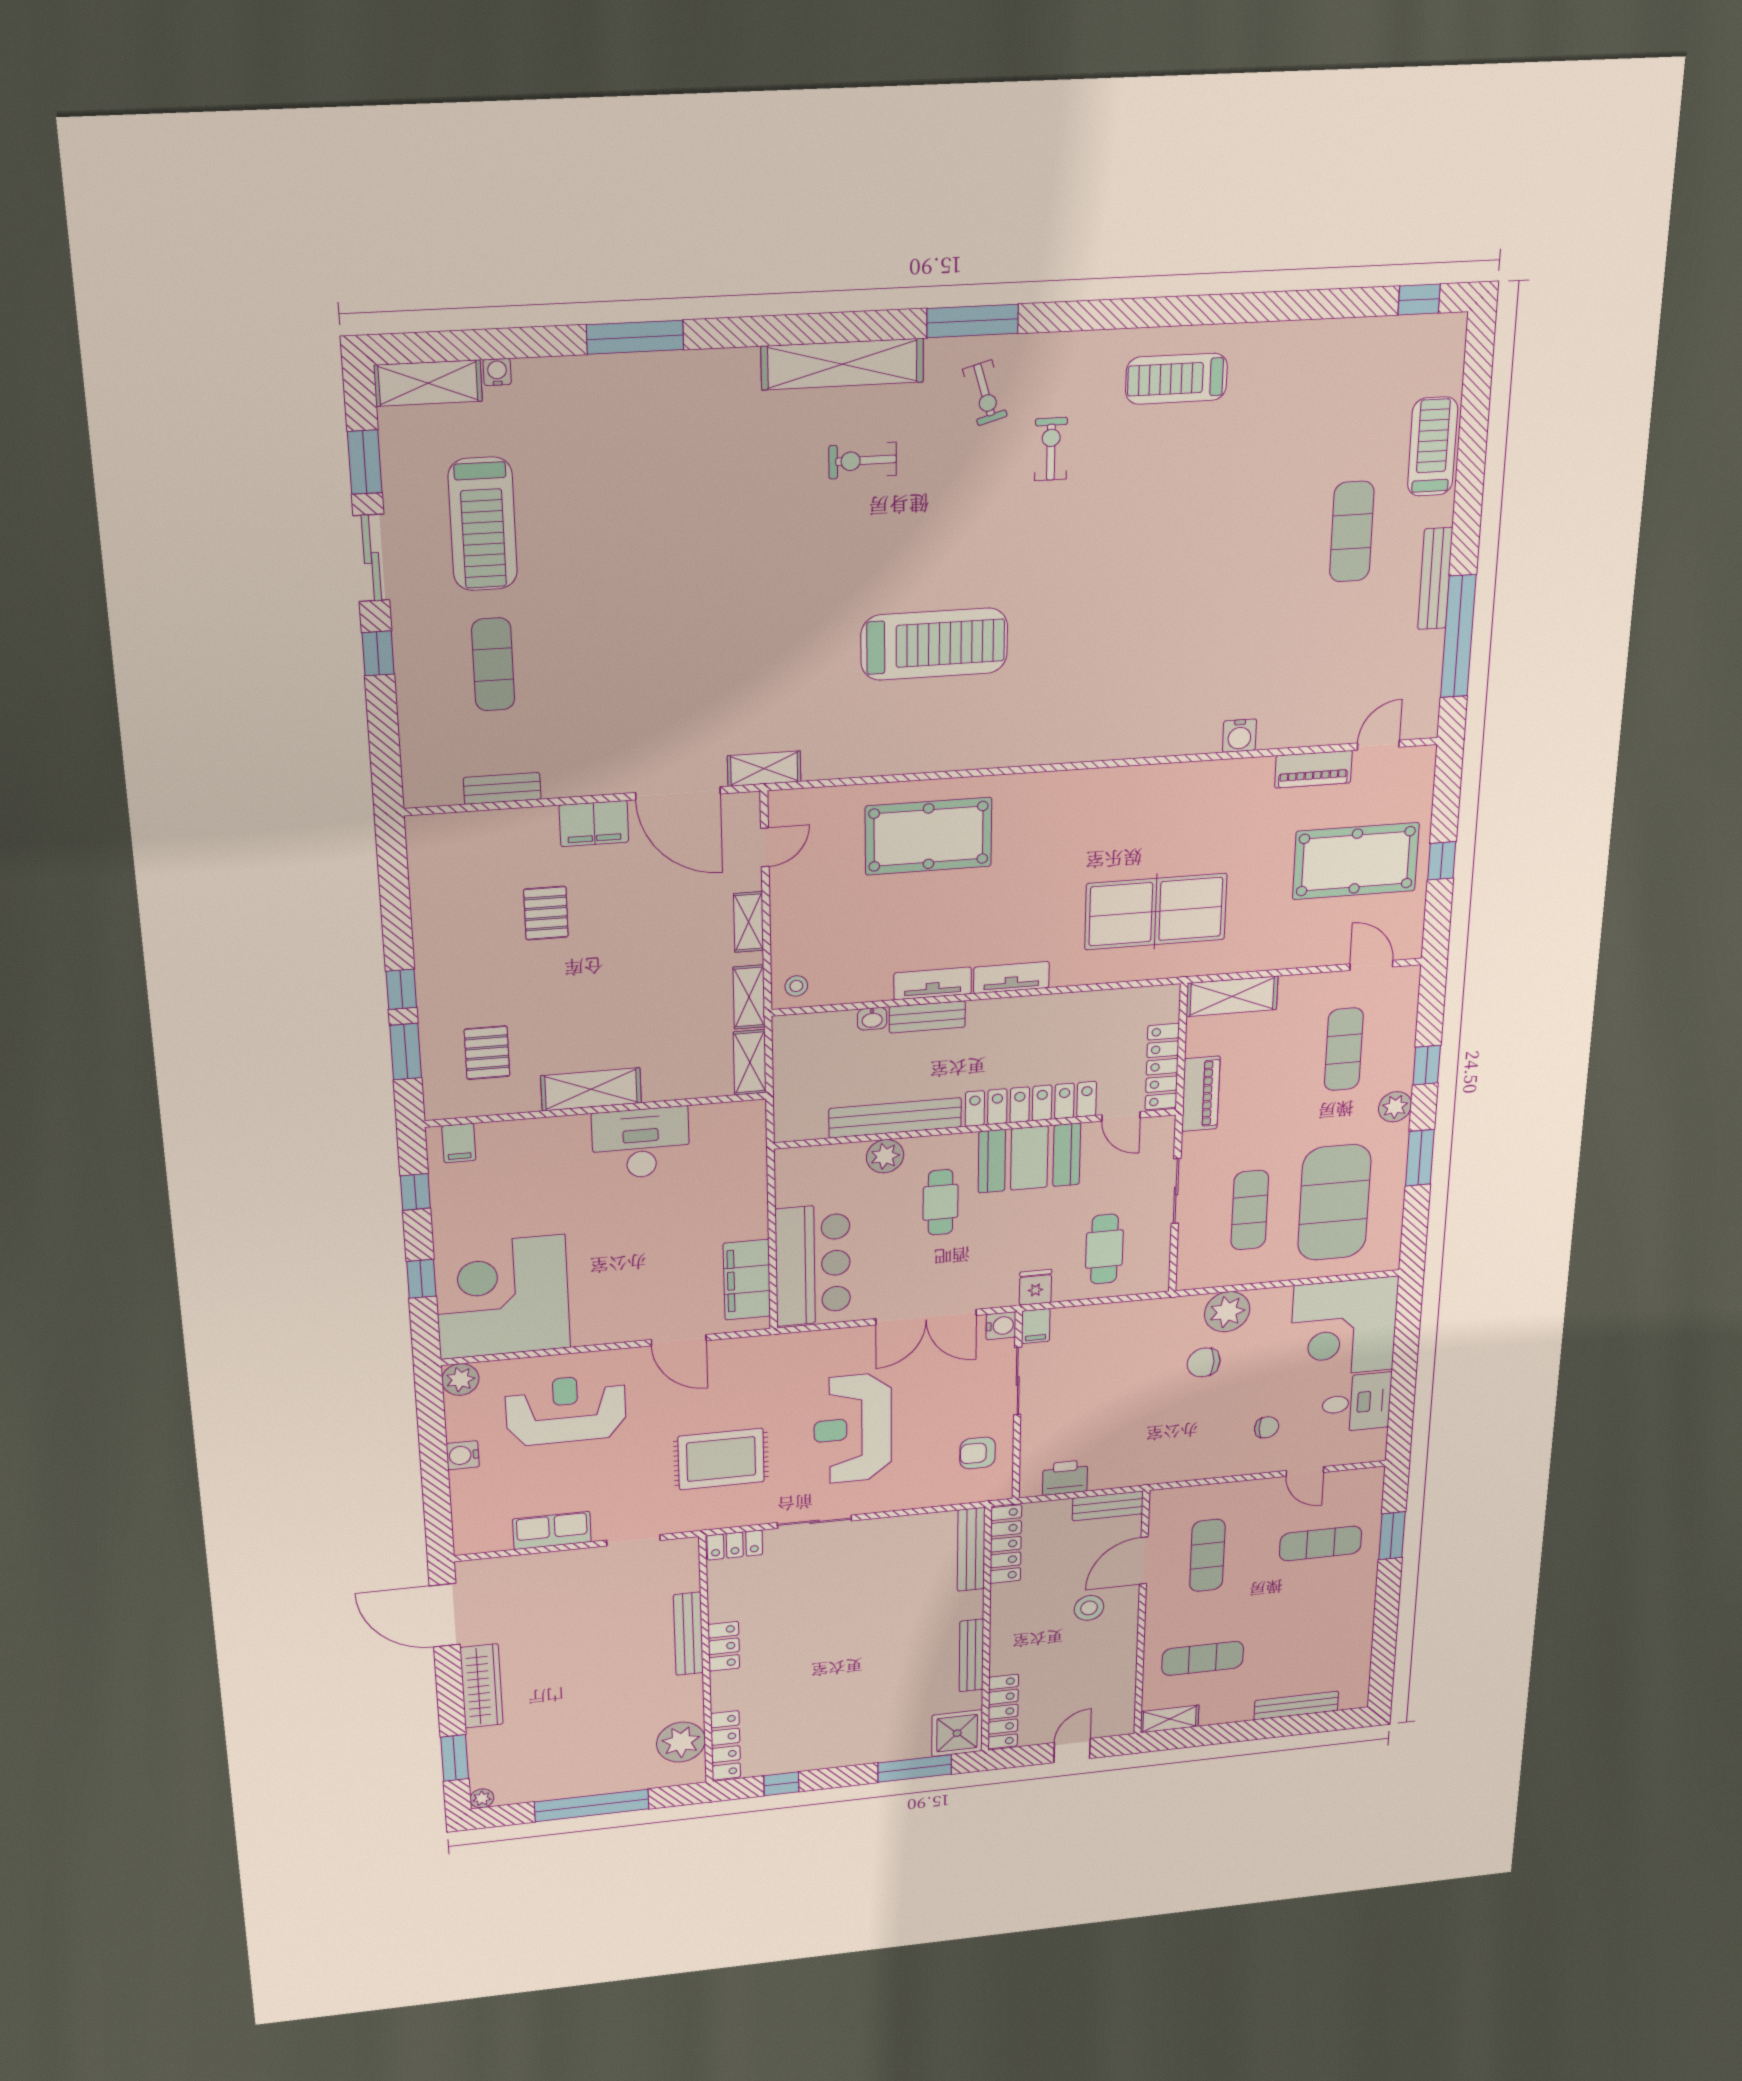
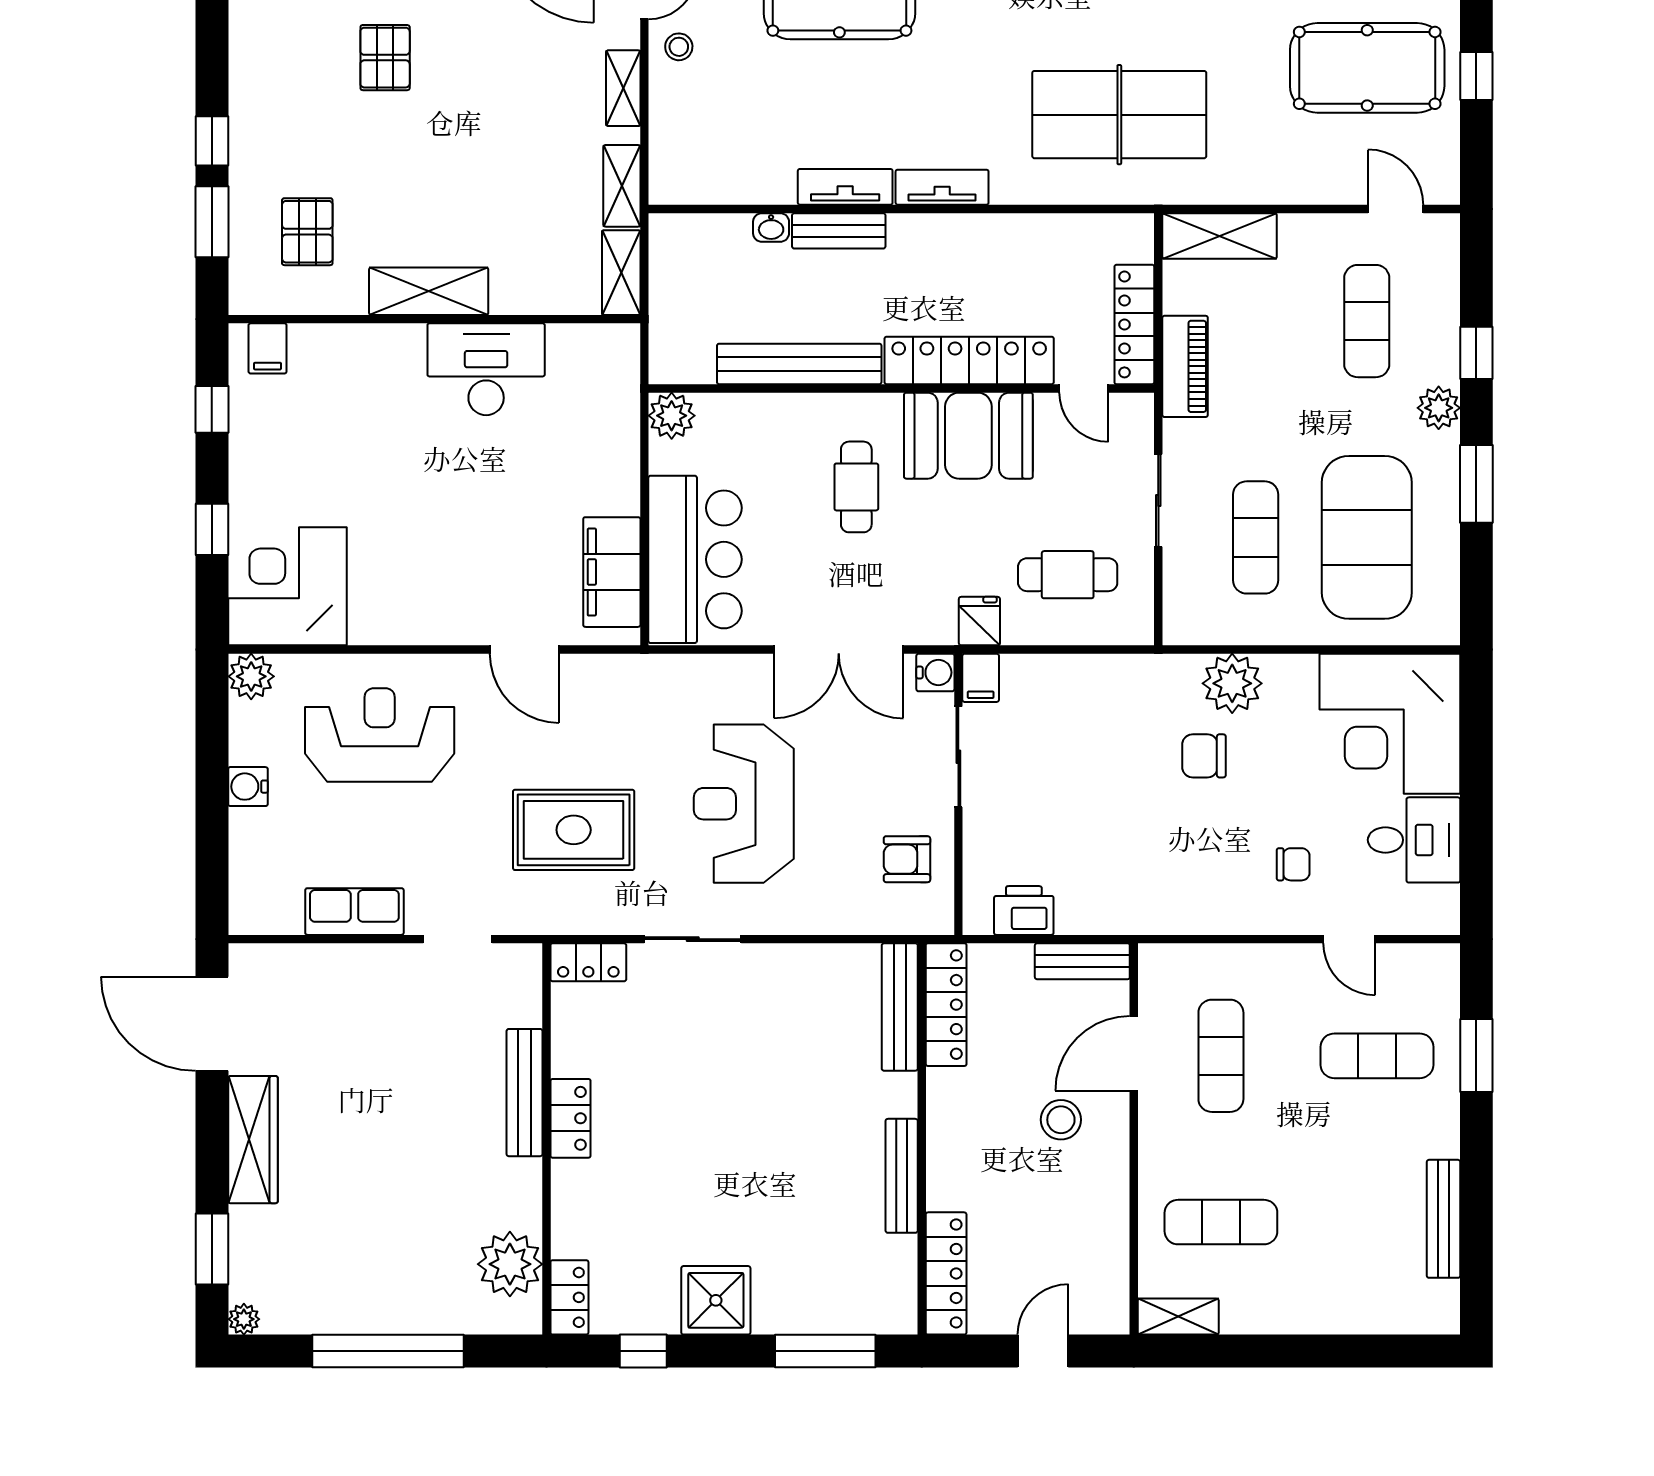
stool: (796, 986) -> (679, 47), moved
plant: (885, 1156) -> (672, 416), moved
cafe table: (1104, 1249) -> (1068, 575), turned 90
corner desk: (502, 1297) -> (287, 586), width x0.74, depth x0.74
bench: (1296, 1706) -> (1444, 1219), moved, turned 90
shower: (957, 1733) -> (716, 1300), moved
locker: (726, 1745) -> (569, 1297), width x0.66

